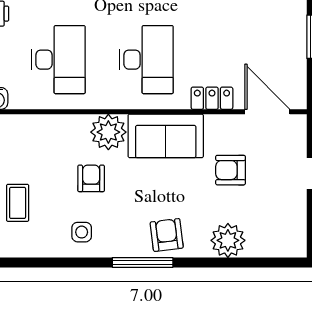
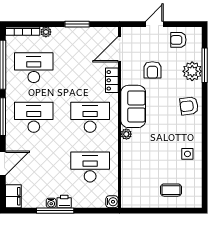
plant: (108, 132) -> (126, 134), width x0.53, depth x0.53
armchair: (91, 178) -> (178, 40), moved
window: (143, 262) -> (205, 65), moved

